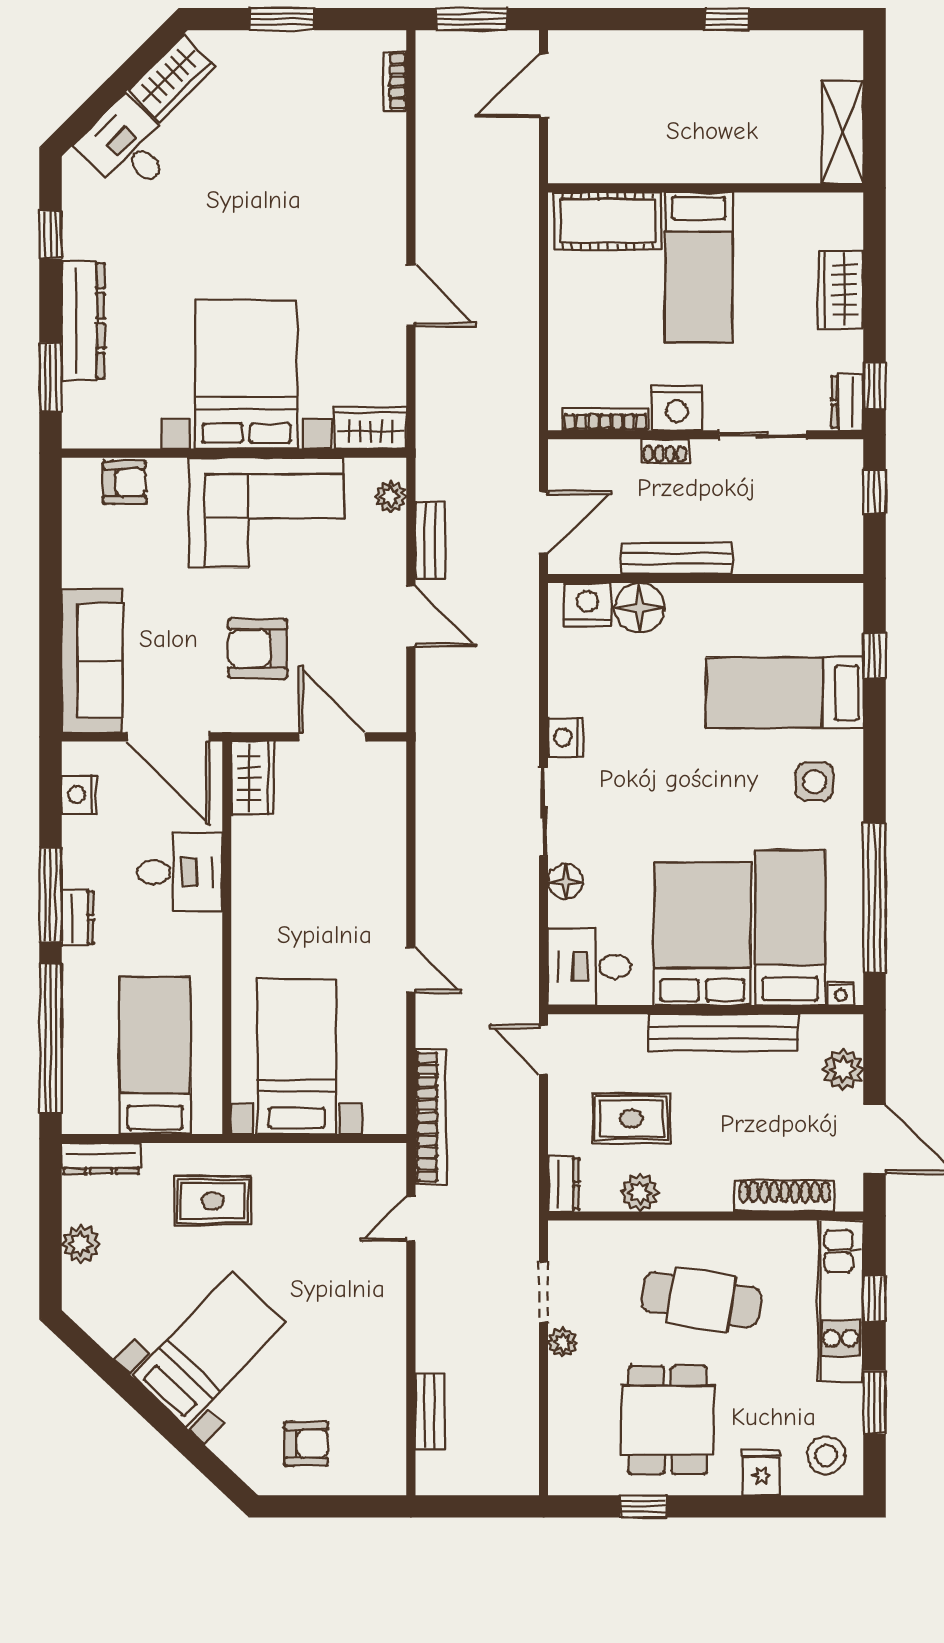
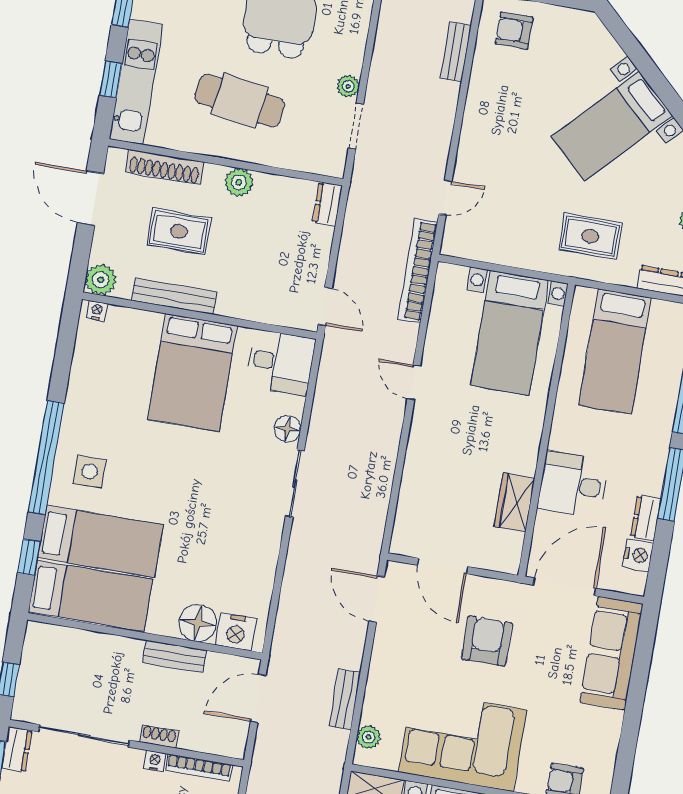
nightstand: (677, 408) -> (155, 761), width x0.53, depth x0.56
sliding door: (763, 435) -> (84, 736), width x1.37
bench: (677, 559) -> (175, 657), width x0.73
door: (411, 616) -> (377, 599), moved
armchair: (258, 649) -> (487, 641), turned -90
door: (168, 737) -> (564, 587), hinge flipped
nightstand: (566, 737) -> (269, 536), removed
wardrobe: (252, 778) -> (515, 502), moved
window: (874, 898) -> (46, 458), moved
dresser: (78, 917) -> (646, 518), moved
bed: (790, 928) -> (90, 596), moved, turned -90
bench: (723, 1033) -> (174, 296), width x0.73, depth x0.82
plant: (843, 1070) -> (101, 280), moved
rug: (631, 1118) -> (179, 231), moved
plant: (640, 1193) -> (239, 182), moved
armchair: (306, 1444) -> (514, 31), moved

